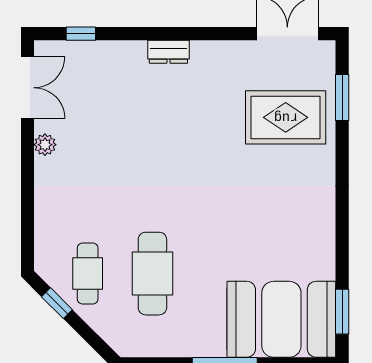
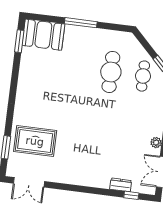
dresser: (168, 52) -> (121, 185), moved
booth: (281, 319) -> (43, 35), width x0.73, depth x0.70

